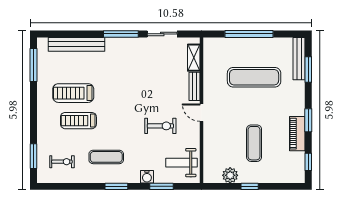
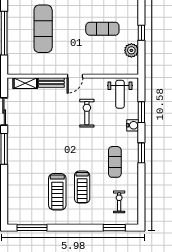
bench: (77, 44) -> (13, 189), removed

